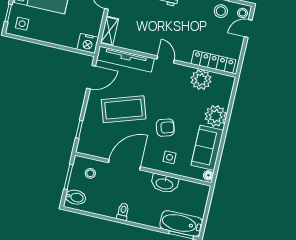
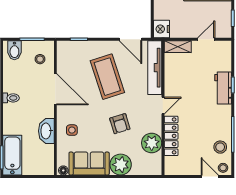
locker: (213, 62) -> (171, 136), moved
armchair: (165, 128) -> (120, 124), moved

